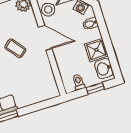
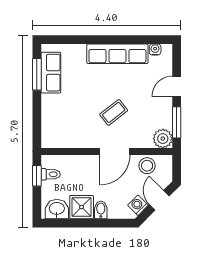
bidet: (90, 24) -> (101, 210), moved
window: (95, 88) -> (37, 176), moved

